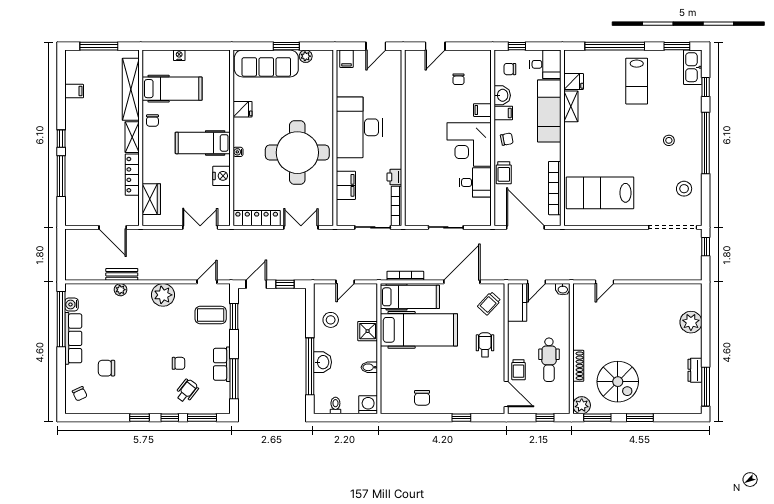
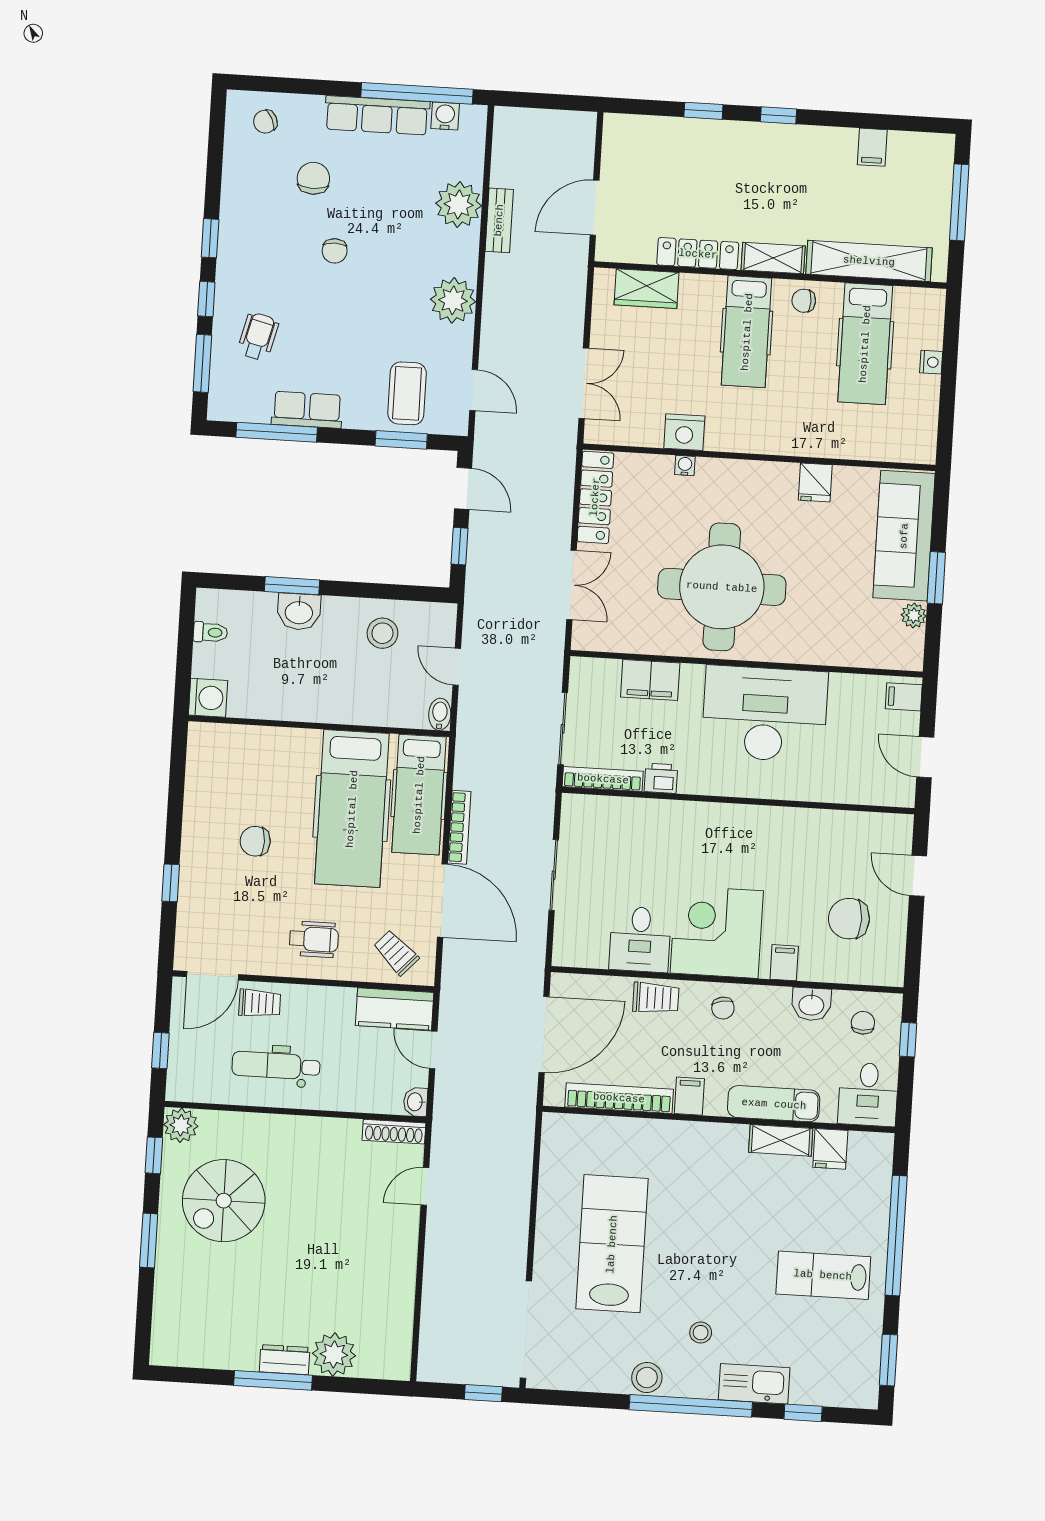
kitchen sink: (693, 67) -> (754, 1384), moved
chair: (458, 79) -> (849, 919), width x1.87, depth x1.87
exam couch: (549, 111) -> (774, 1104), width x0.73, depth x0.69
filing cabinet: (503, 113) -> (689, 1096), moved, turned 180
hospital bed: (203, 143) -> (747, 332), moved, turned 180
water cooler: (238, 152) -> (685, 465), moved
trolley: (504, 173) -> (656, 998), turned 180
window: (61, 176) -> (703, 111), width x0.46
stool: (684, 189) -> (647, 1377), moved
lab bench: (600, 193) -> (612, 1244), moved
bookcase: (405, 276) -> (459, 827), moved
door: (605, 282) -> (425, 1186), hinge flipped
plant: (121, 290) -> (459, 205), width x1.87, depth x1.87
shower: (368, 331) -> (356, 706), removed
chair: (178, 363) -> (335, 251), moved
window: (310, 366) -> (292, 586), width x0.47
shoe rack: (578, 366) -> (394, 1132), moved
bidet: (369, 367) -> (440, 714), moved
trolley: (518, 370) -> (260, 1003), turned 180
dresser: (695, 370) -> (285, 1360), moved
window: (706, 387) -> (273, 1380), moved
wheelchair: (187, 391) -> (258, 336), turned -114
chair: (422, 398) -> (255, 841), moved
window: (597, 418) -> (154, 1155), width x0.67

